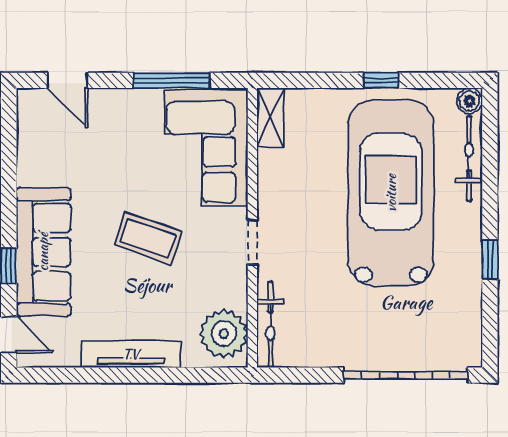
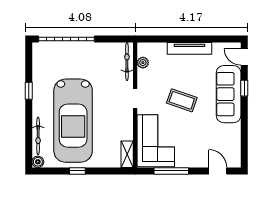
plant: (224, 334) -> (143, 63), width x0.53, depth x0.53

